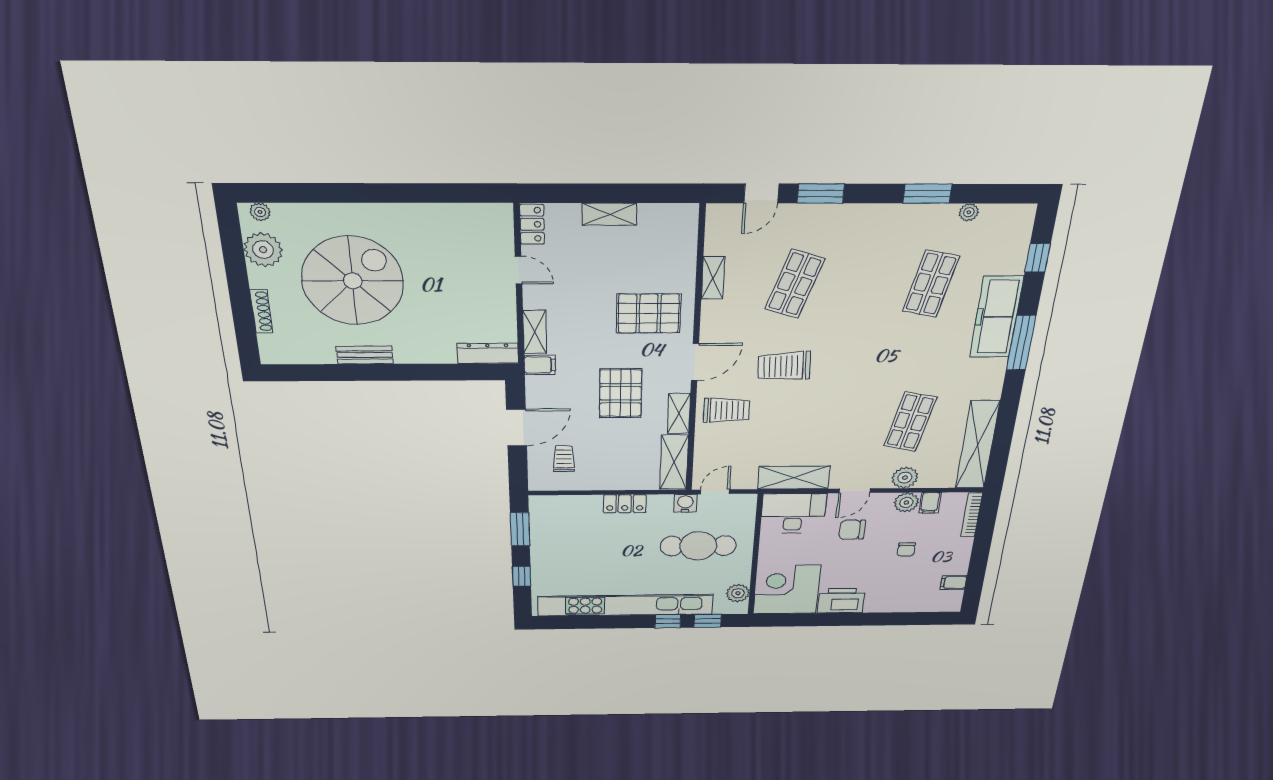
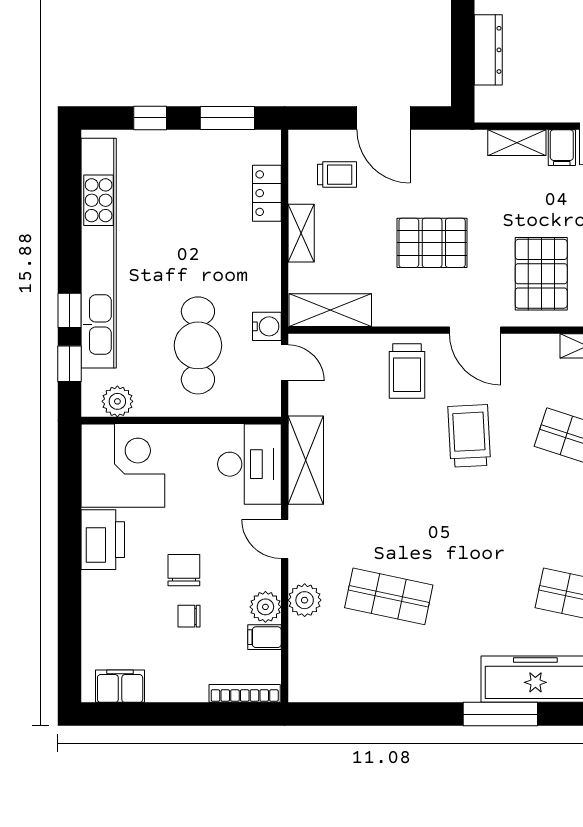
dresser: (488, 353) -> (488, 50), moved
filing cabinet: (540, 365) -> (562, 148), moved
shelving: (679, 413) -> (301, 233), moved, turned 90
shelving: (978, 445) -> (354, 684), removed
locker: (625, 504) -> (267, 193), moved
chair: (852, 530) -> (184, 570), moved
filing cabinet: (954, 582) -> (120, 686), width x2.00

